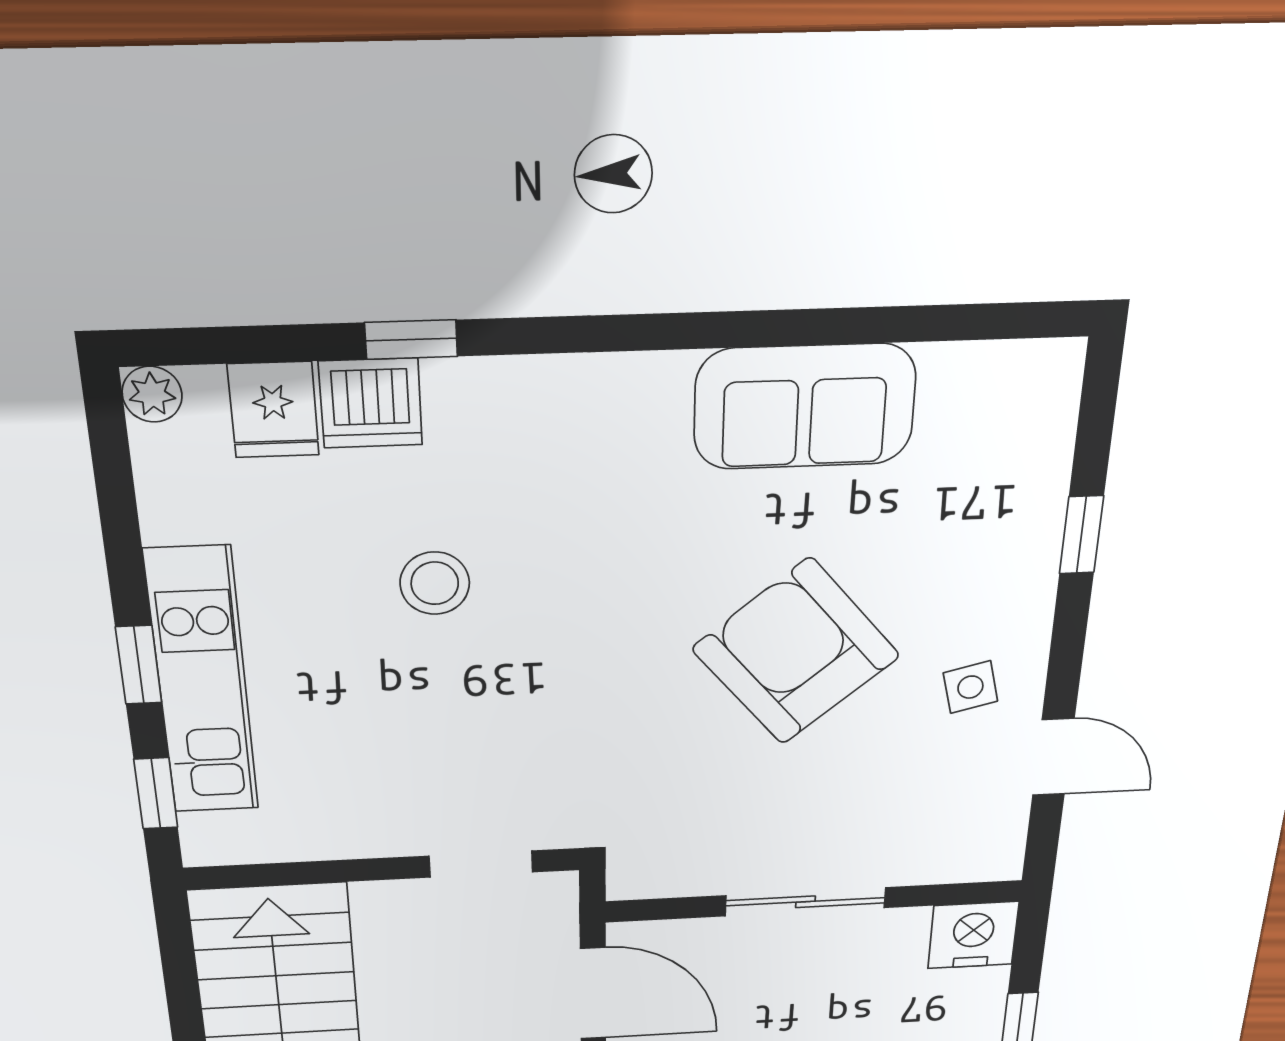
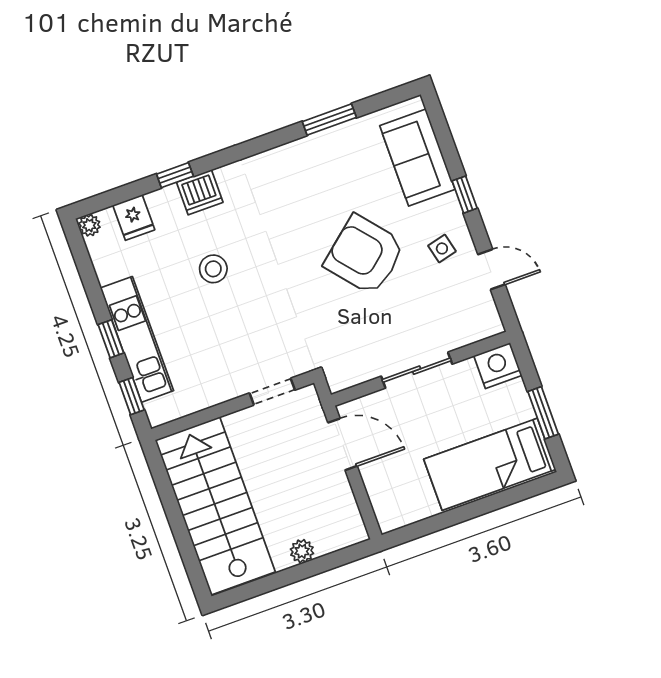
window: (846, 326) -> (329, 120), added
dishwasher: (371, 403) -> (200, 192), moved
sofa: (805, 407) -> (417, 158), moved, turned 90
window: (1081, 535) -> (465, 195), moved

